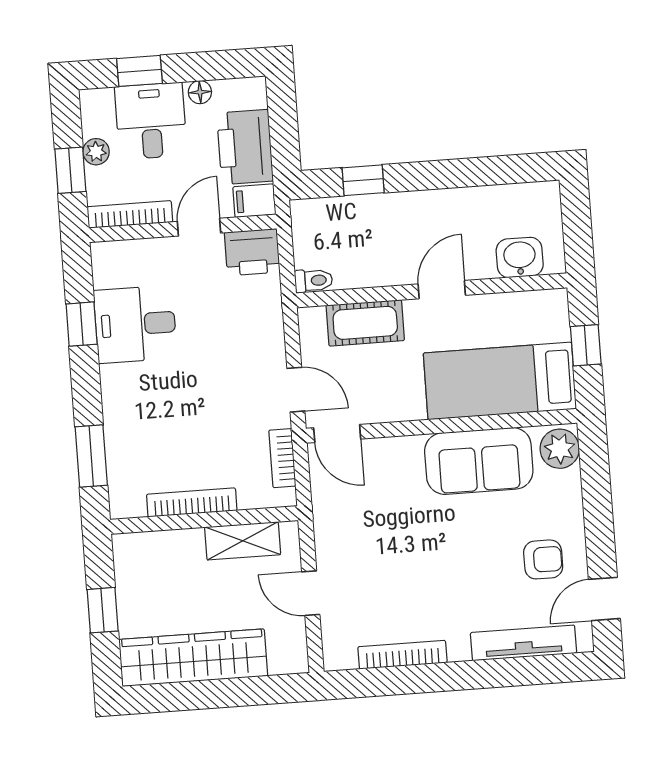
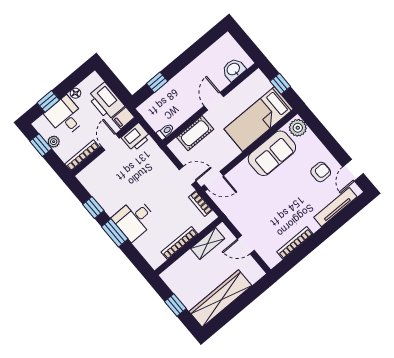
window: (70, 170) -> (41, 145), moved
desk: (135, 324) -> (134, 219), moved
window: (91, 456) -> (115, 233), moved

